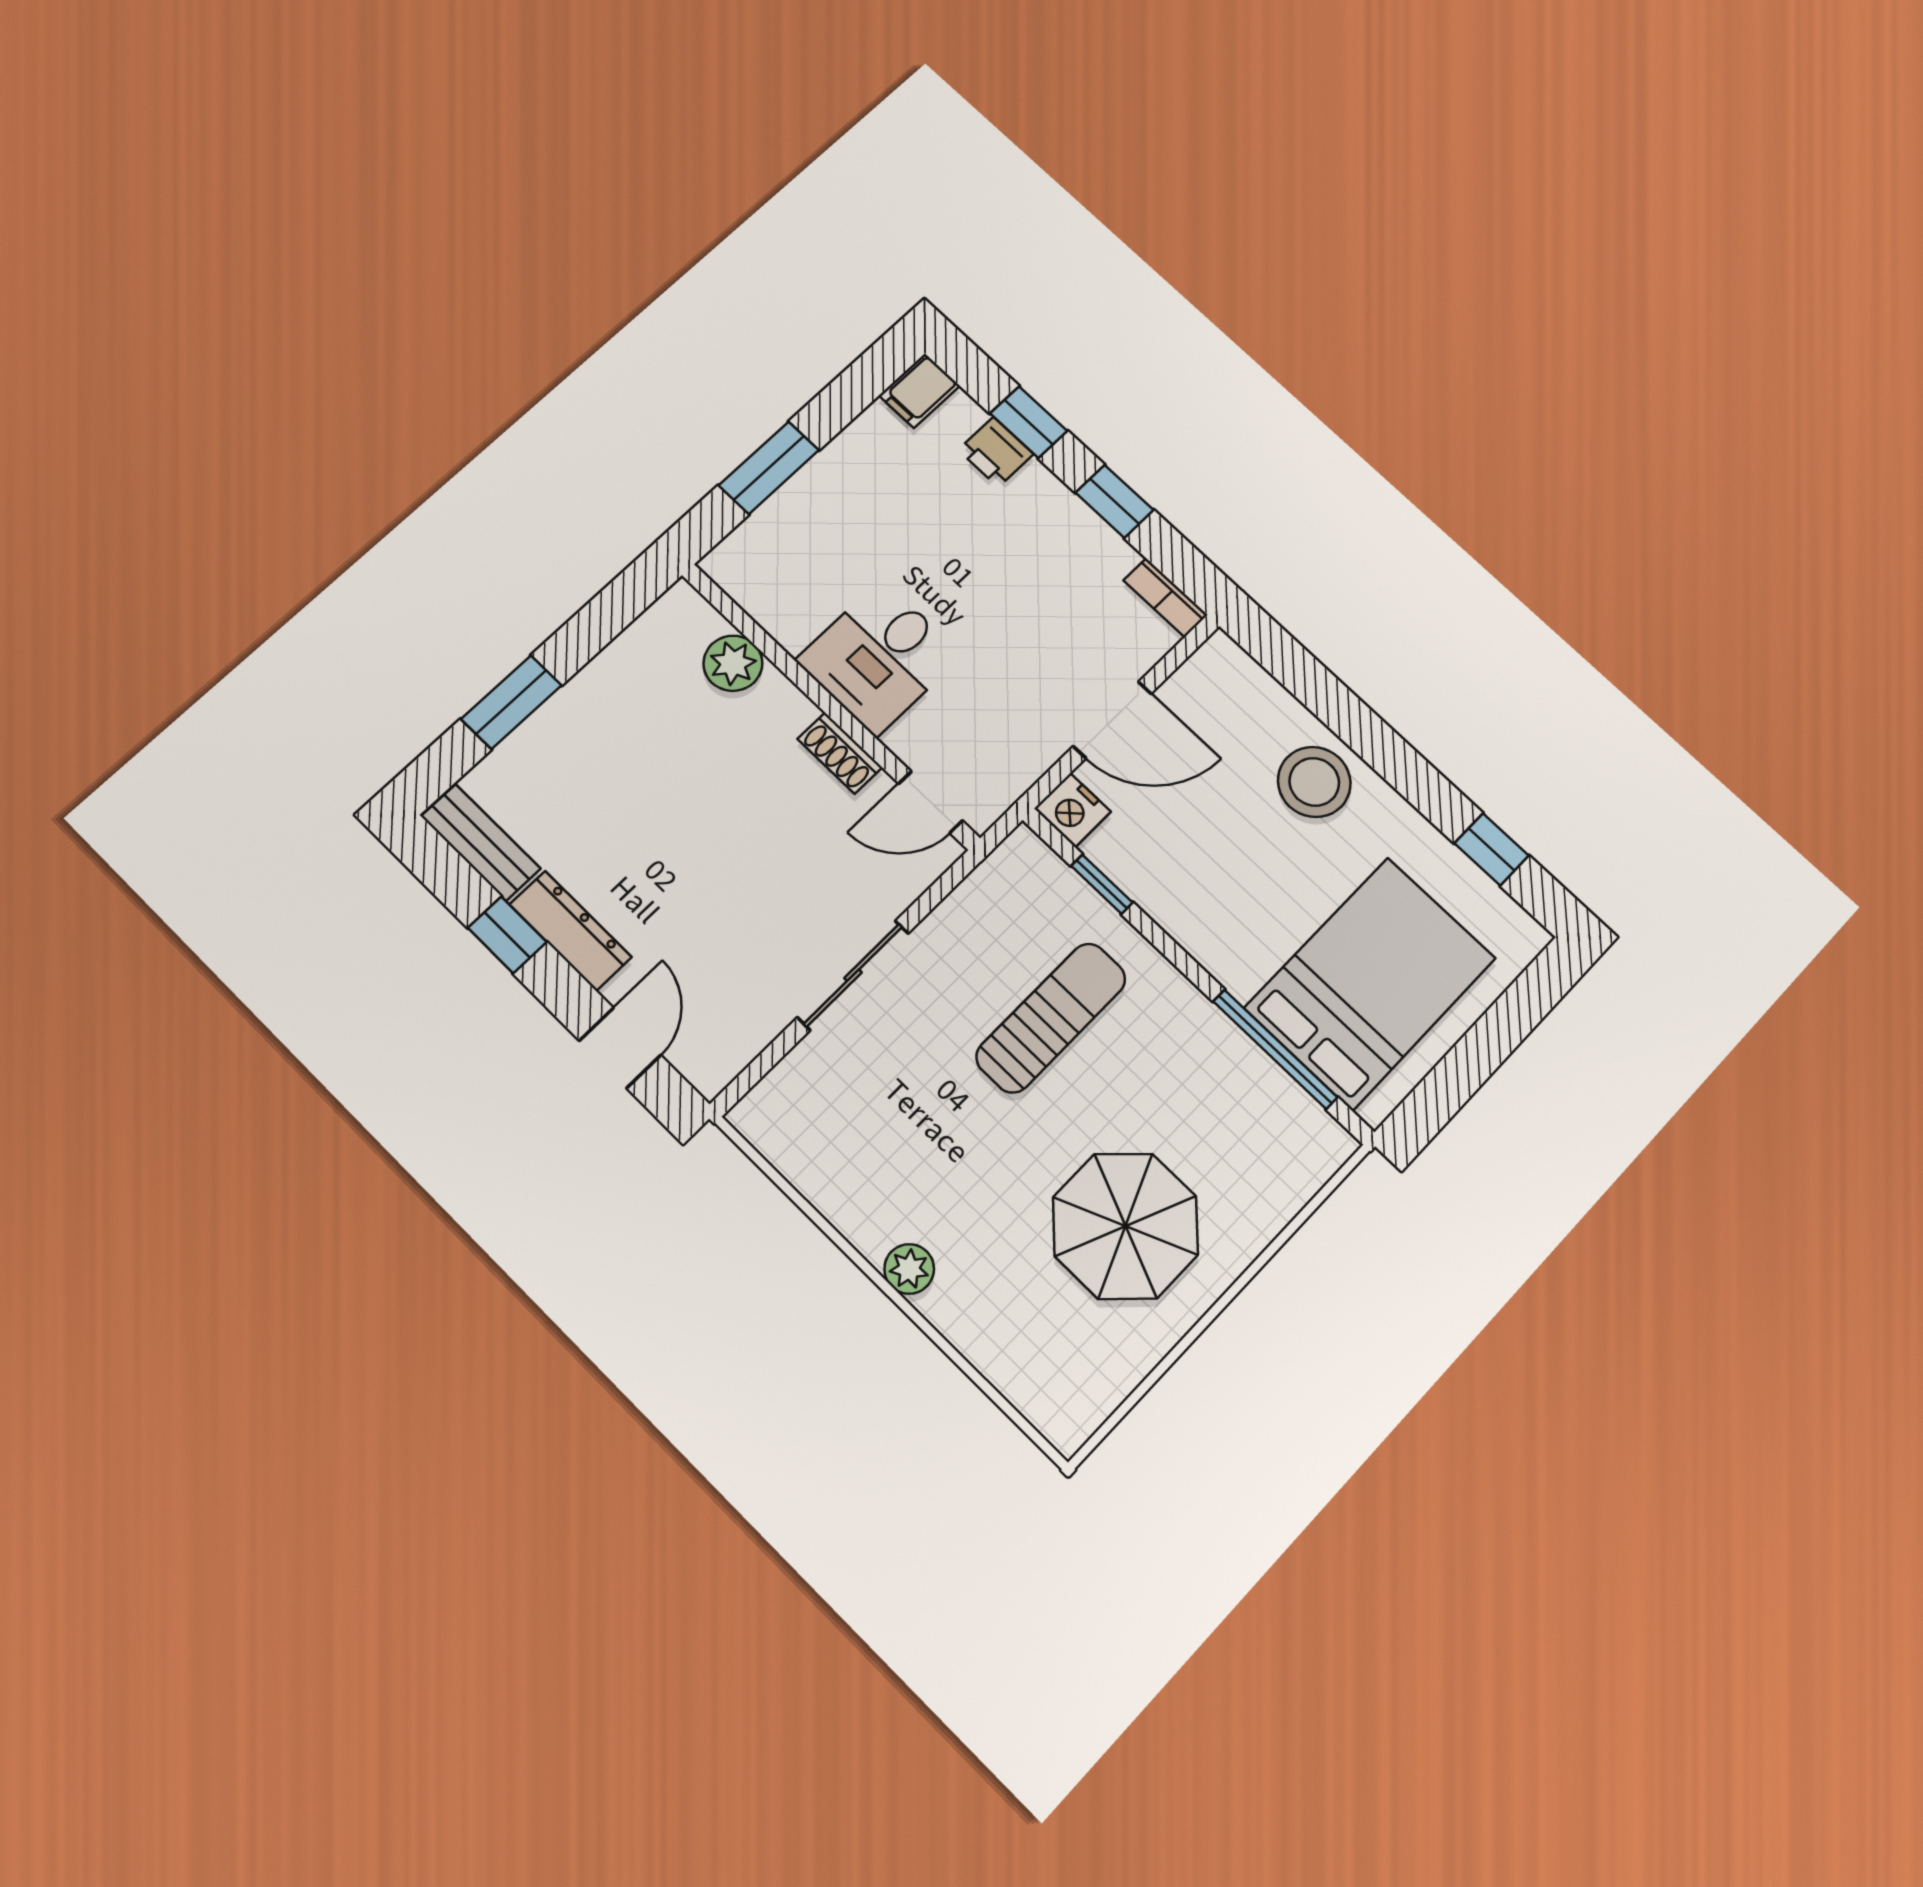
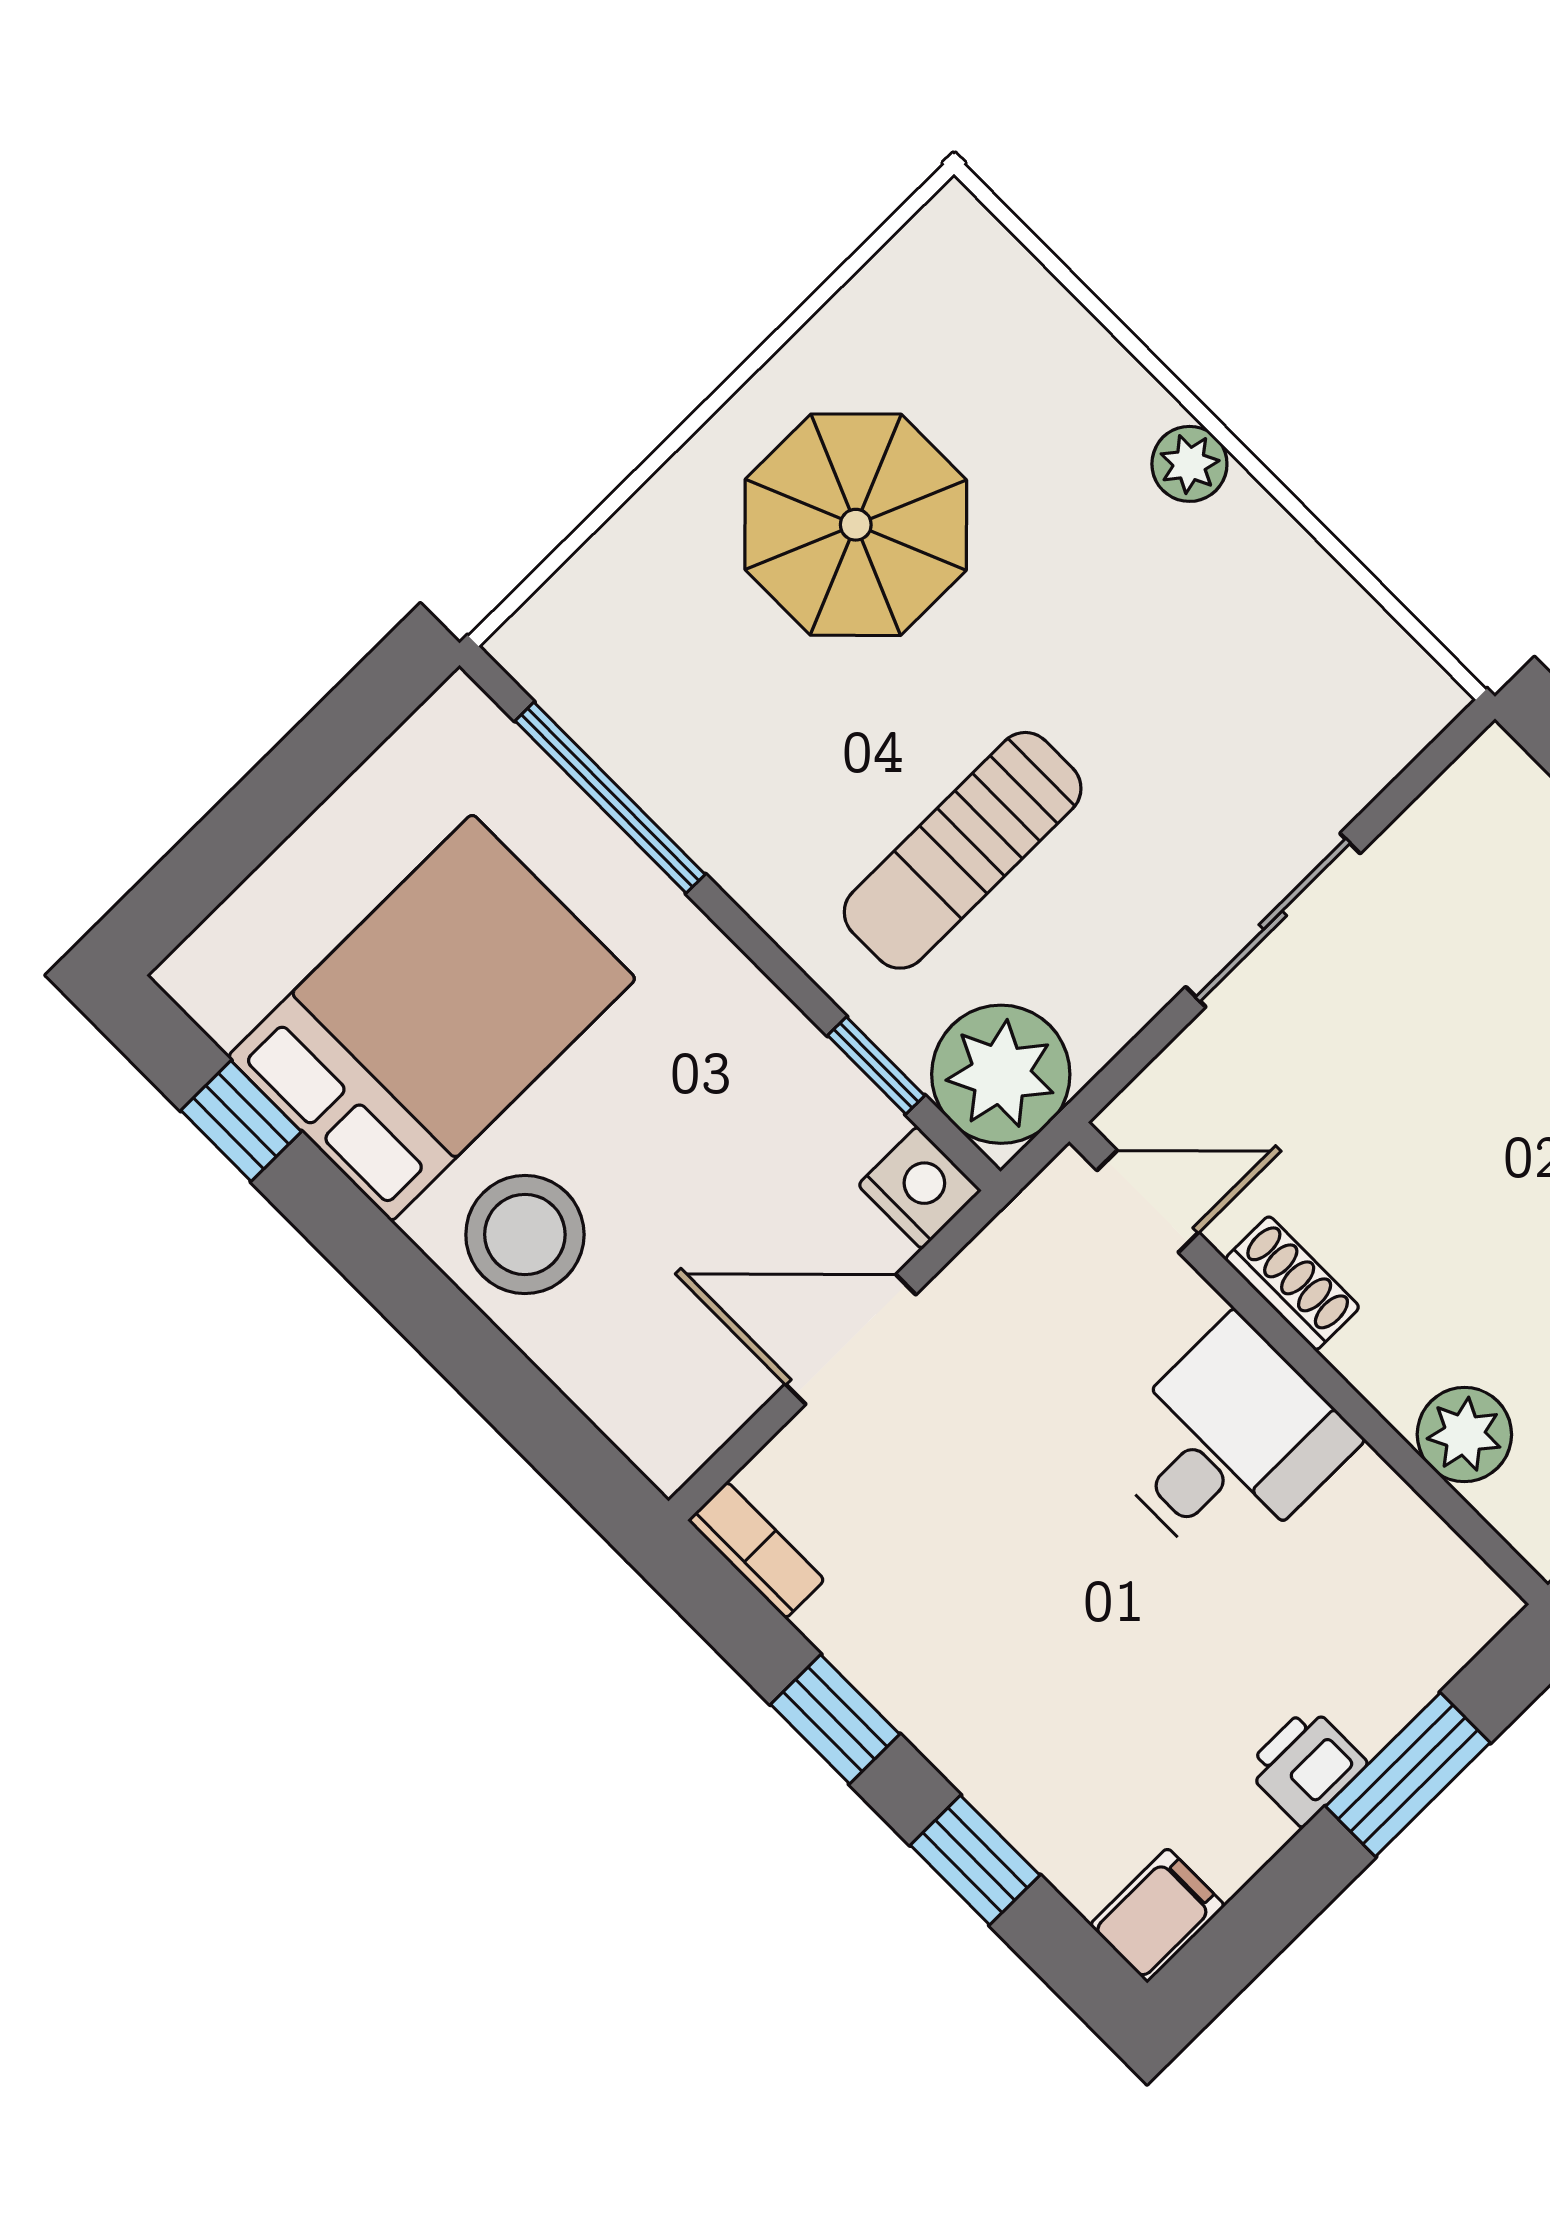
printer: (996, 452) -> (1306, 1766), moved, turned -90
plant: (1024, 879) -> (1001, 1074), added
bed: (1370, 983) -> (432, 1018), moved, turned 180

